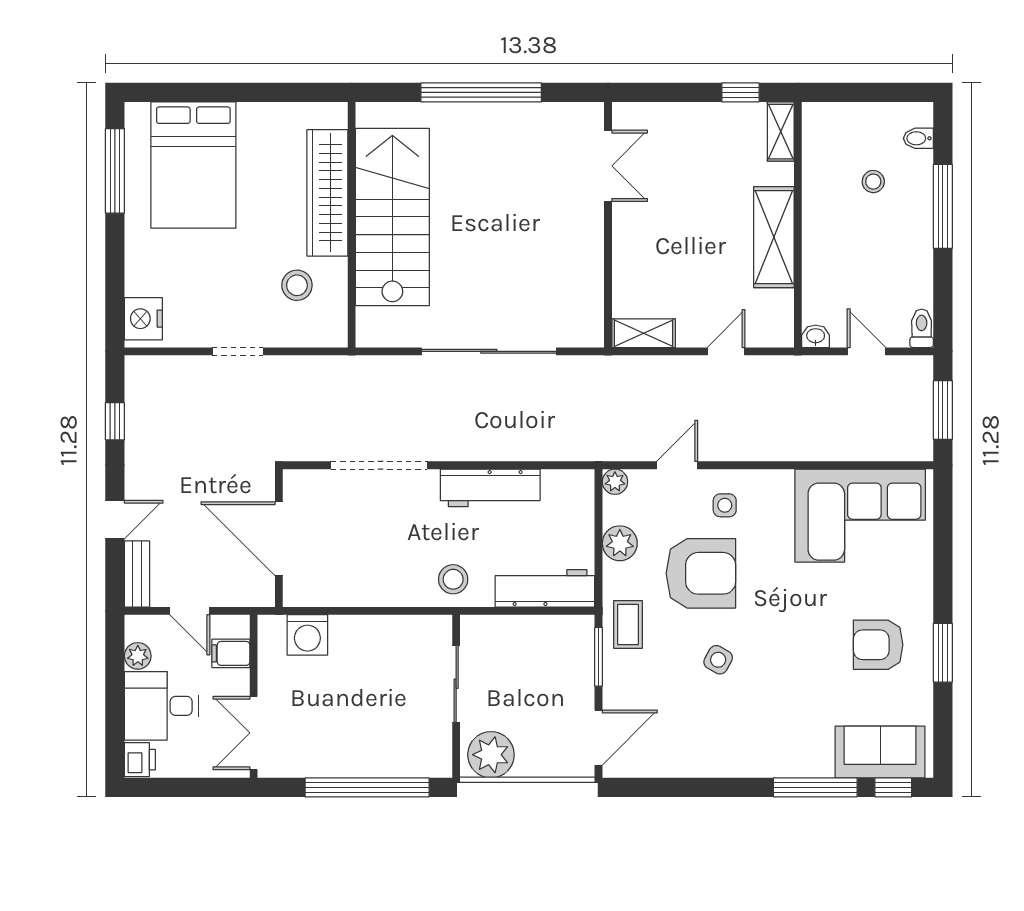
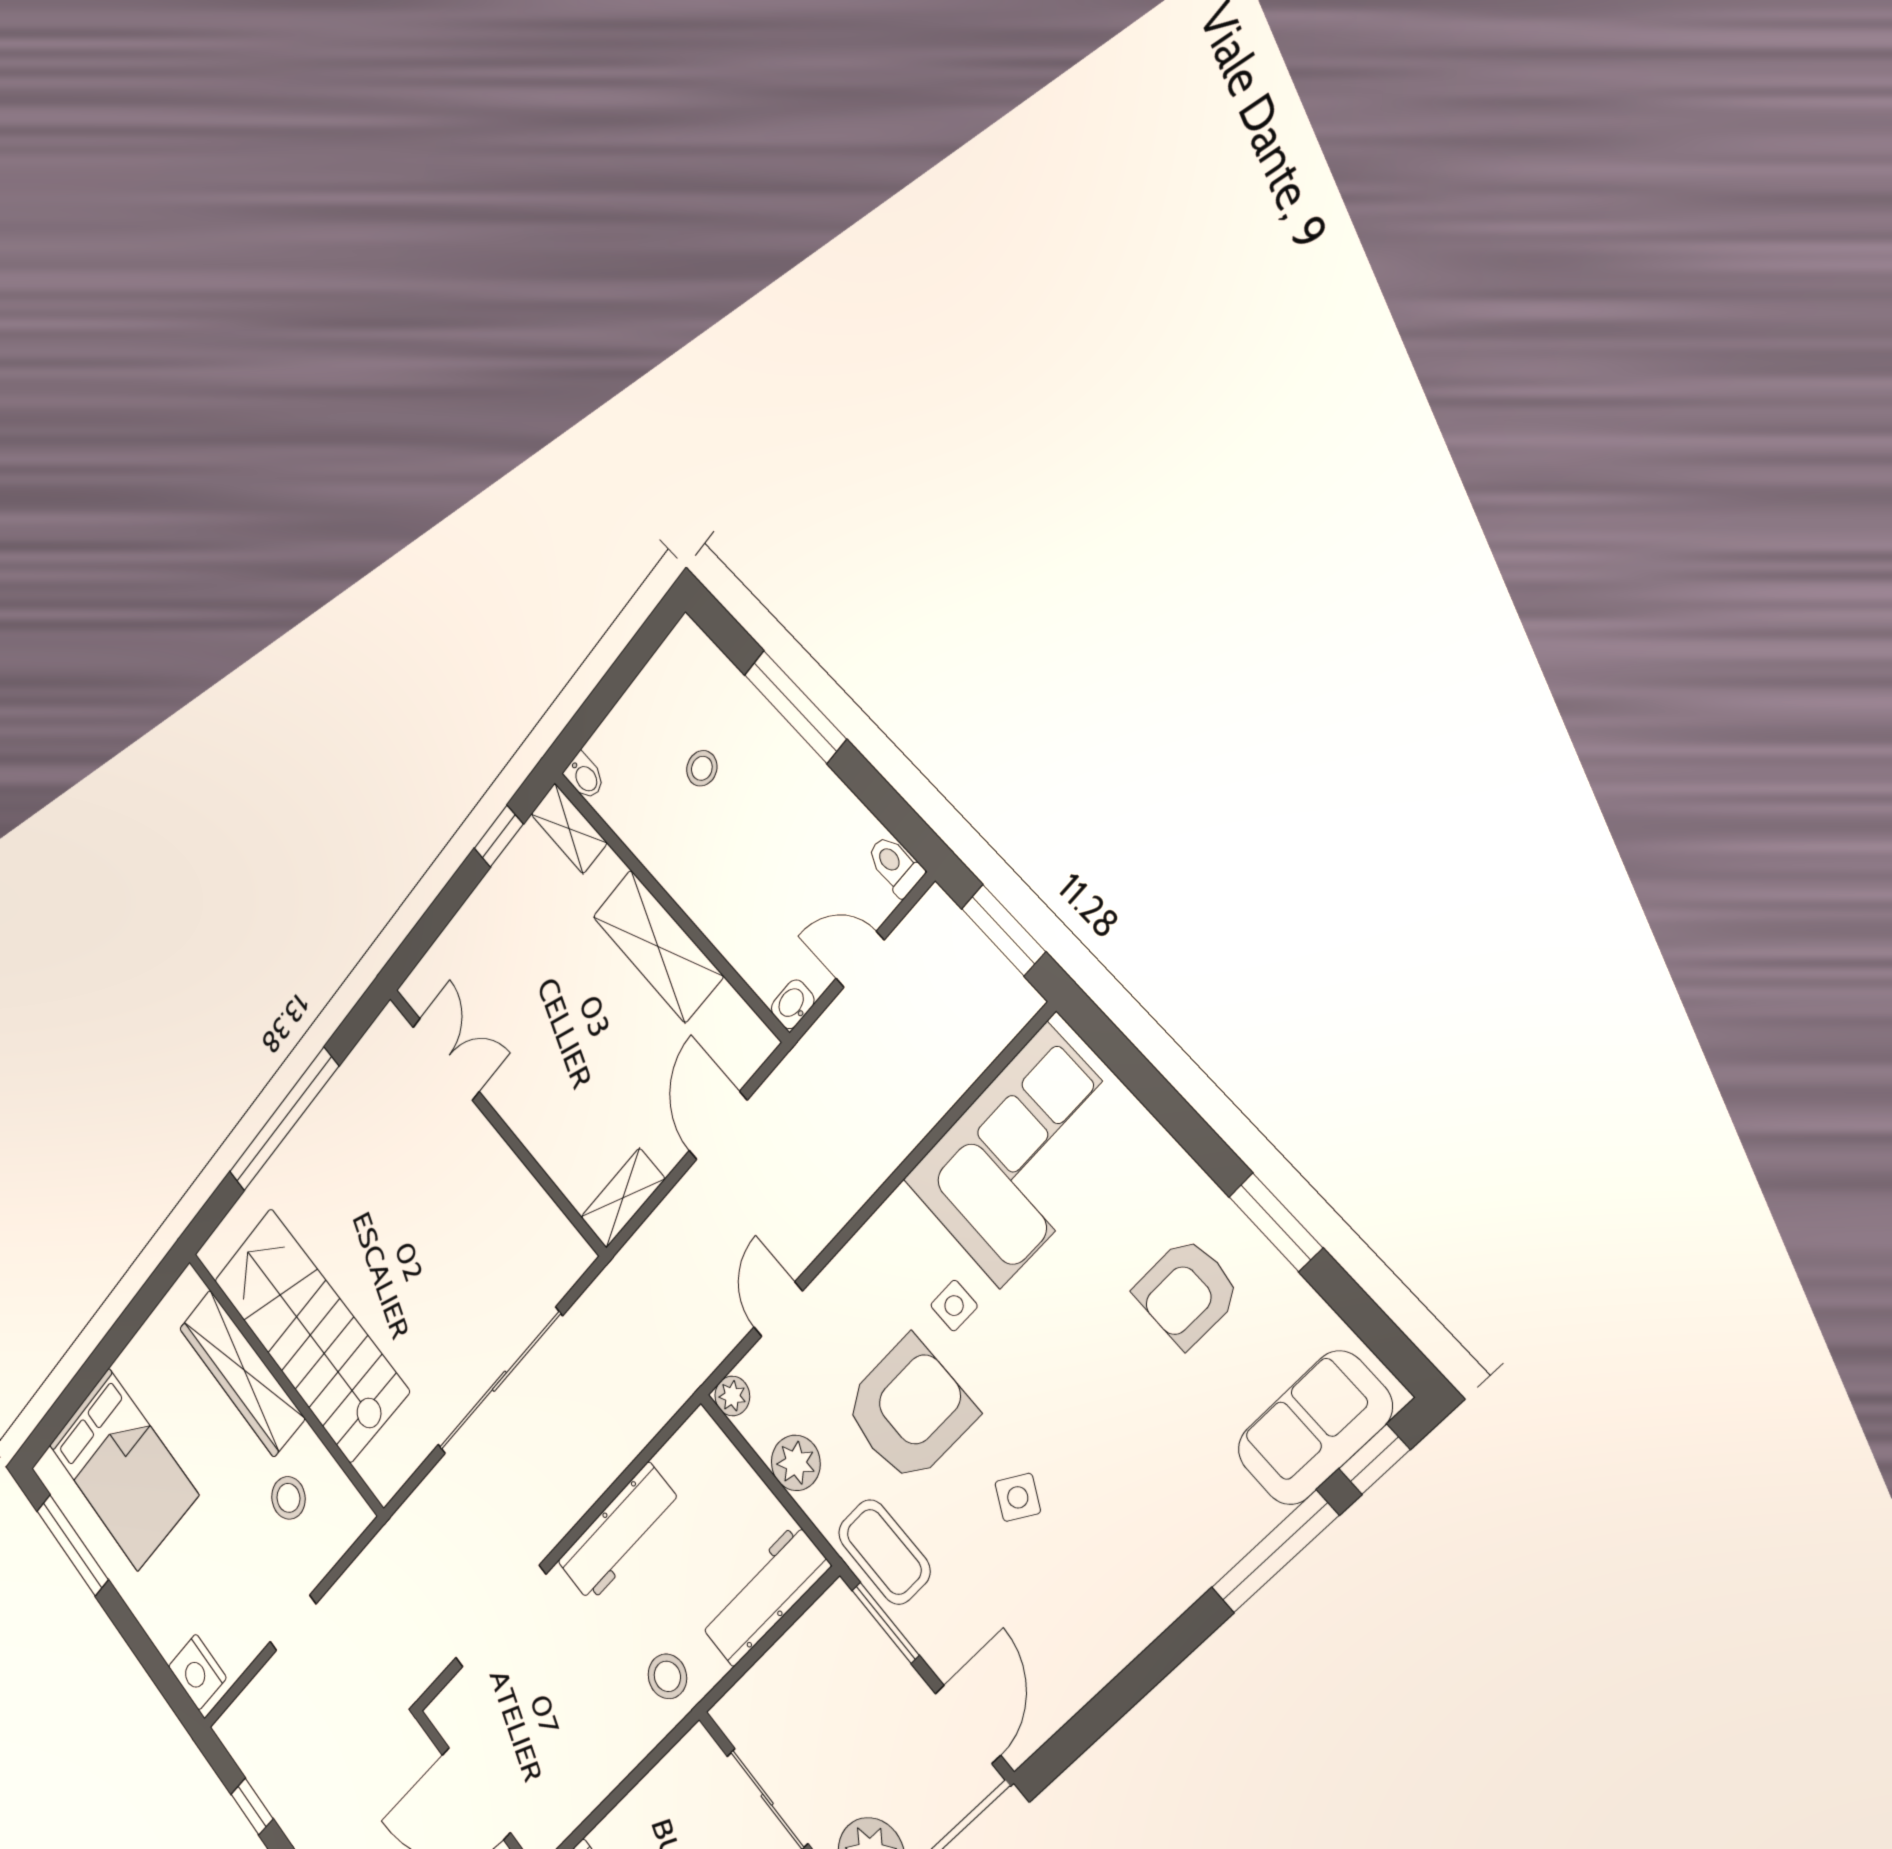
bidet: (918, 138) -> (584, 777), moved, turned -90
door: (726, 351) -> (718, 1126), width x1.38
side table: (725, 505) -> (954, 1306), moved
coffee table: (628, 625) -> (884, 1552), width x1.36, depth x1.30

